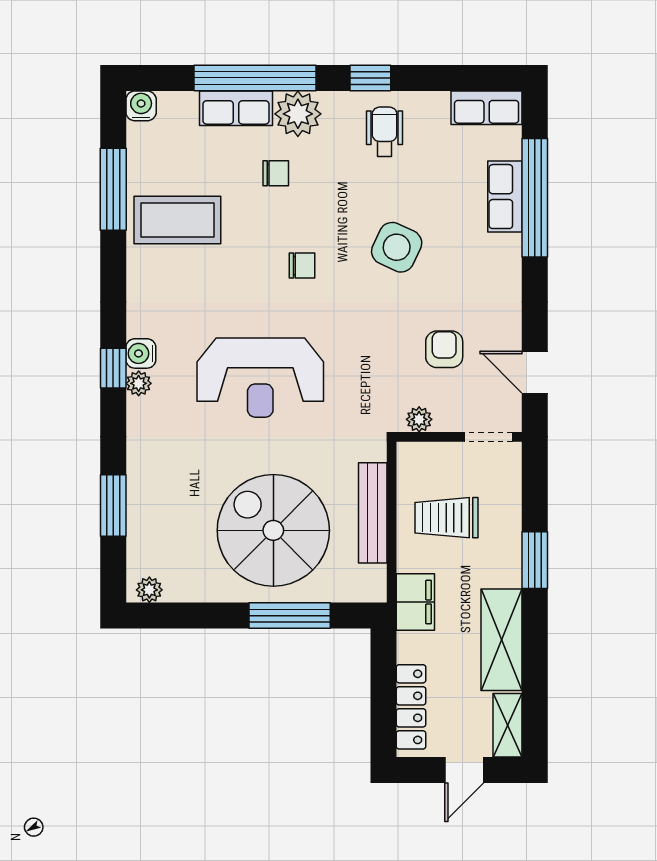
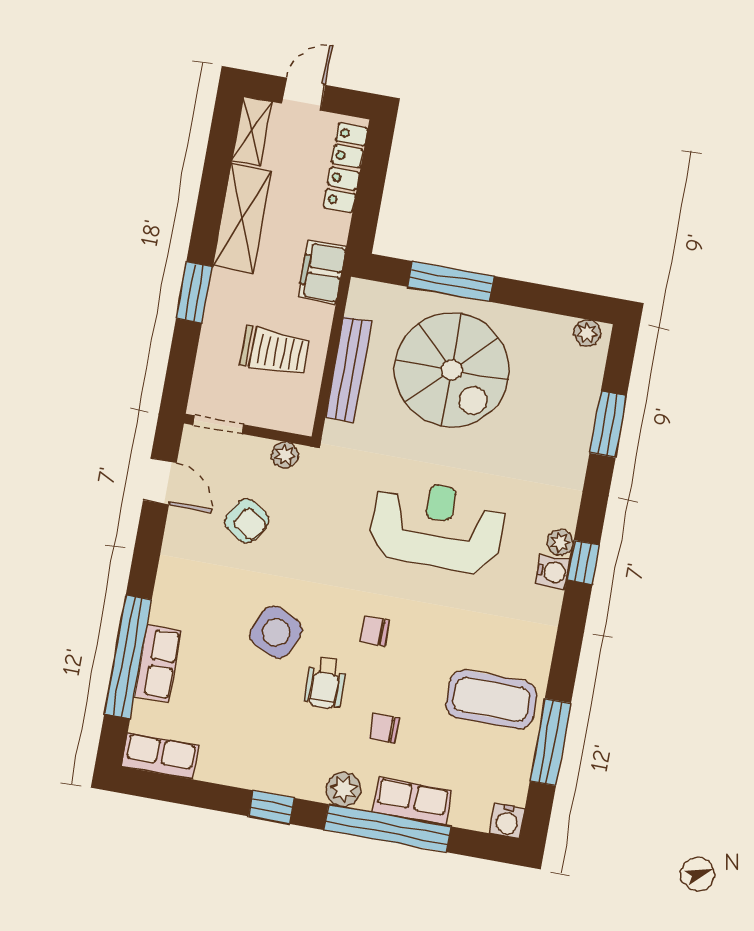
plant: (298, 114) -> (344, 789), width x0.73, depth x0.73
wheelchair: (385, 132) -> (325, 683), moved
armchair: (444, 349) -> (247, 521), turned -56

